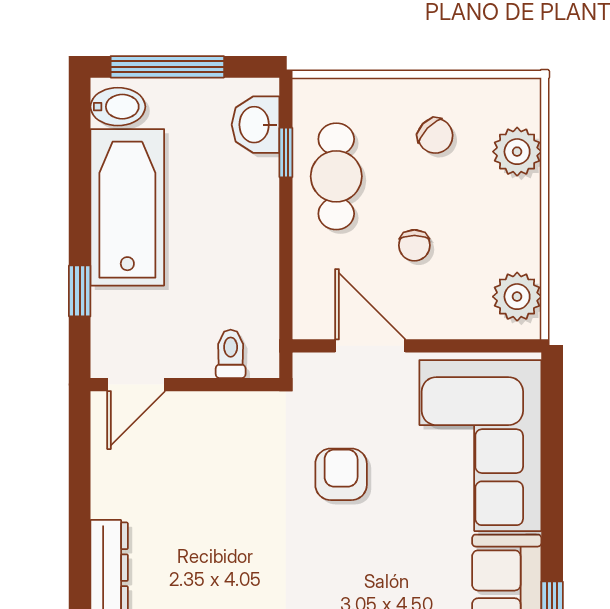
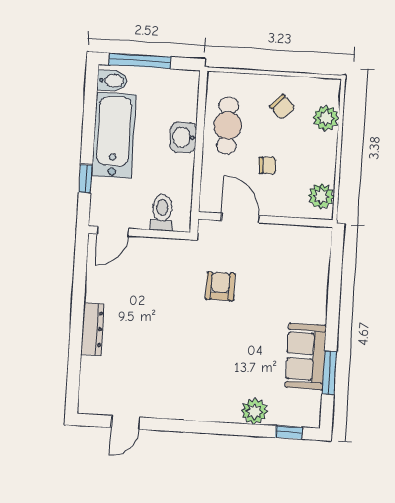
washbasin: (256, 125) -> (183, 137), moved
window: (286, 153) -> (201, 111), removed
chair: (414, 245) -> (267, 165), turned -94
toilet: (231, 354) -> (162, 212), width x1.37, depth x1.39
corner sofa: (480, 446) -> (296, 275), removed

